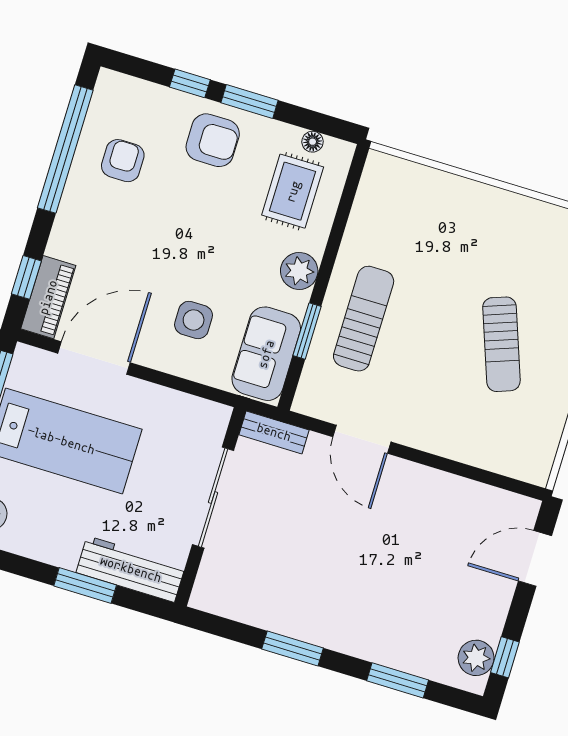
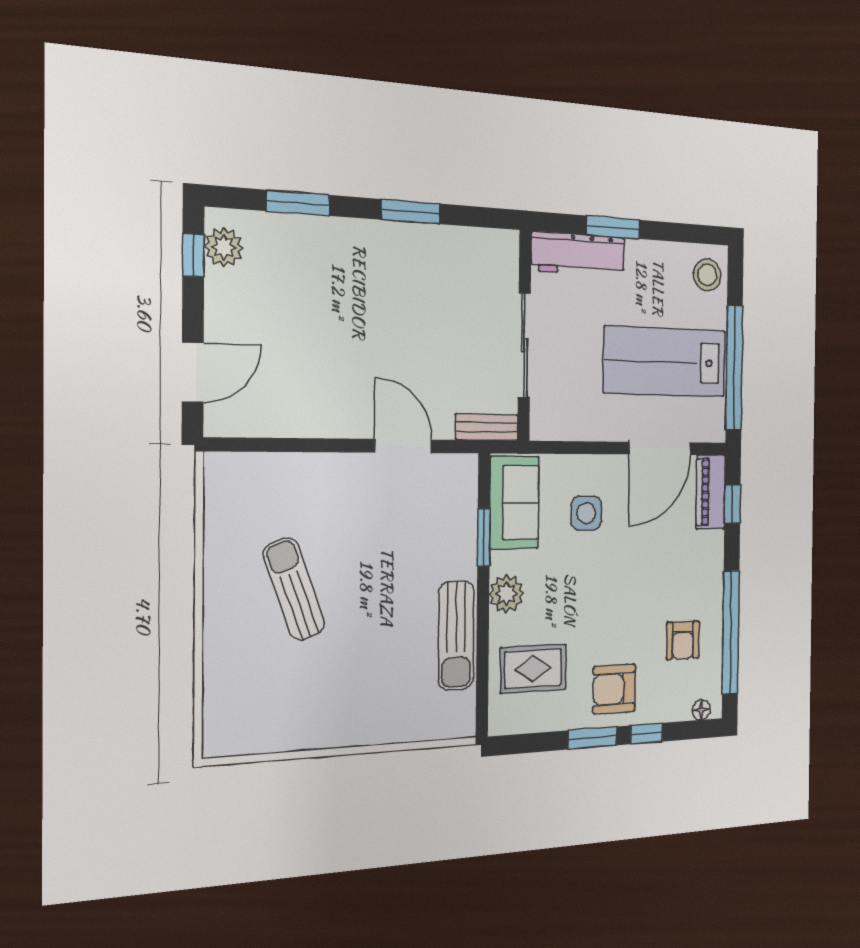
floor lamp: (313, 142) -> (701, 710), moved
rug: (293, 191) -> (533, 669), turned 90
sun lounger: (364, 319) -> (456, 636), moved

